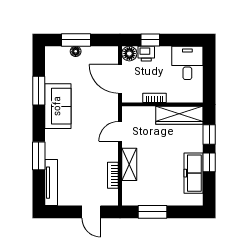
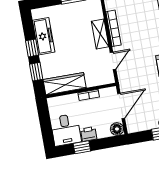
window: (150, 40) -> (82, 147), moved
printer: (146, 54) -> (89, 134), moved
door: (120, 79) -> (121, 106), hinge flipped
bookcase: (113, 175) -> (114, 28), width x1.56

